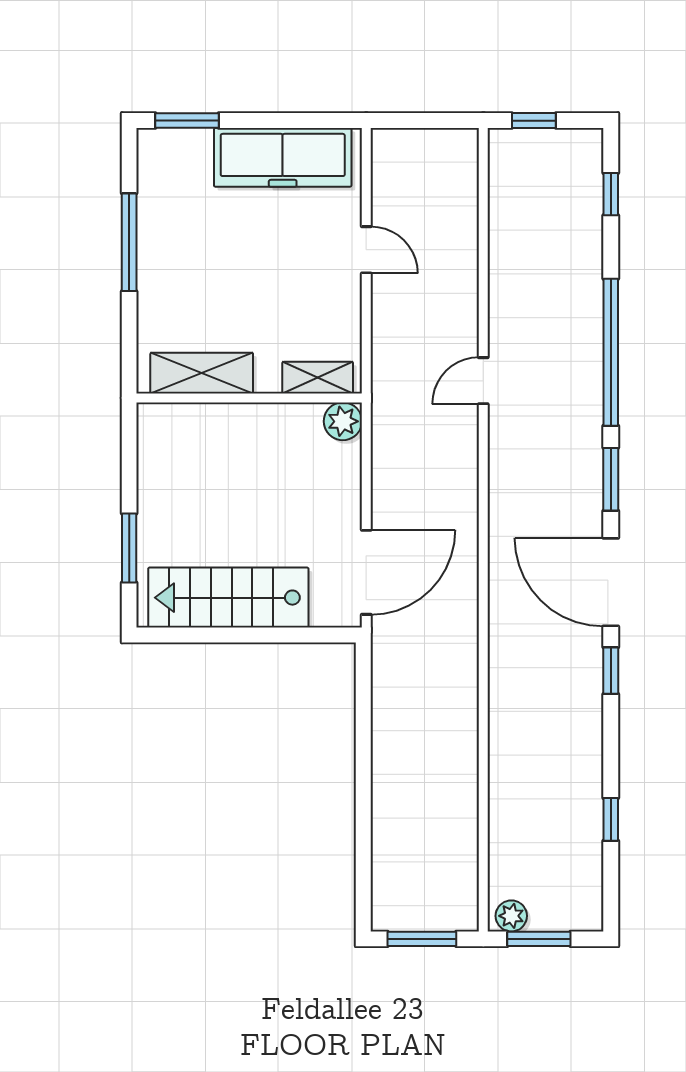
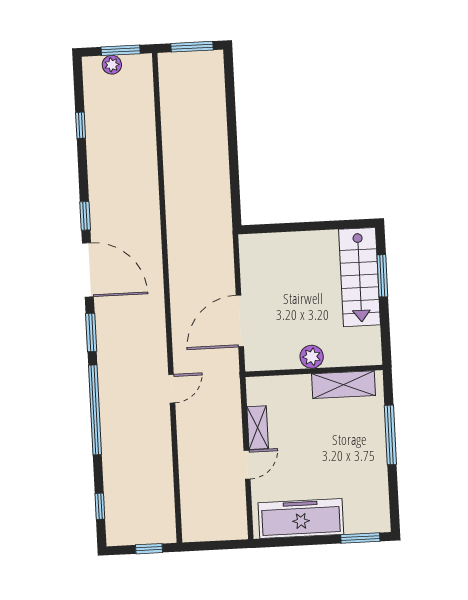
window: (129, 242) -> (390, 435), moved
door: (366, 250) -> (247, 465), swing flipped
shelving: (318, 378) -> (258, 428), moved, turned 90
plant: (343, 421) -> (312, 357), moved
door: (366, 572) -> (240, 321), moved
stairs: (228, 598) -> (360, 277), moved, turned 90
plant: (511, 916) -> (112, 65), moved

